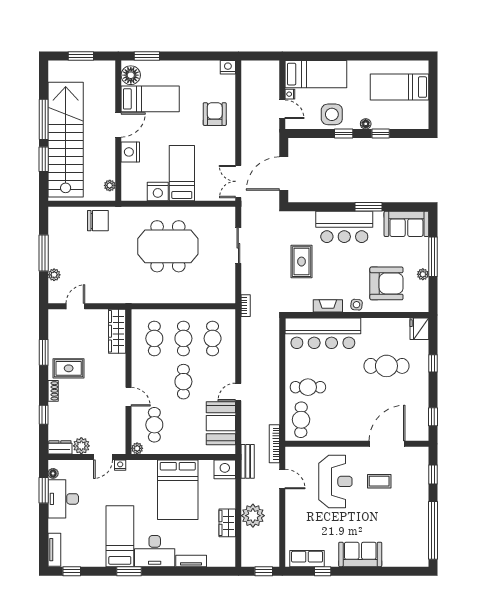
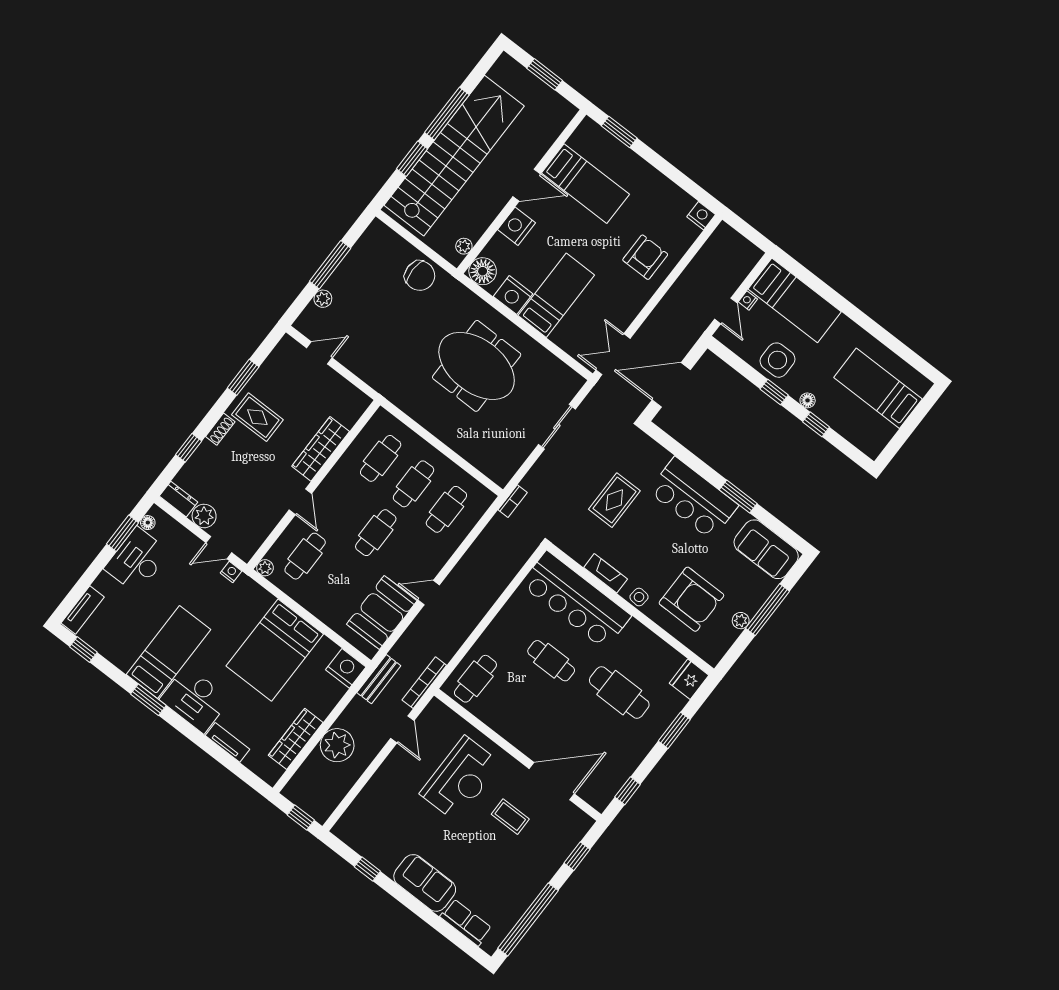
floor lamp: (131, 75) -> (483, 271), moved
wardrobe: (117, 331) -> (321, 449), moved
window: (433, 363) -> (674, 730), width x1.50
cafe table: (308, 387) -> (551, 661), moved
wardrobe: (227, 523) -> (296, 739), width x1.50
row of seats: (307, 559) -> (466, 922), moved

